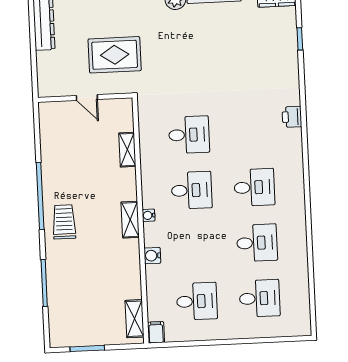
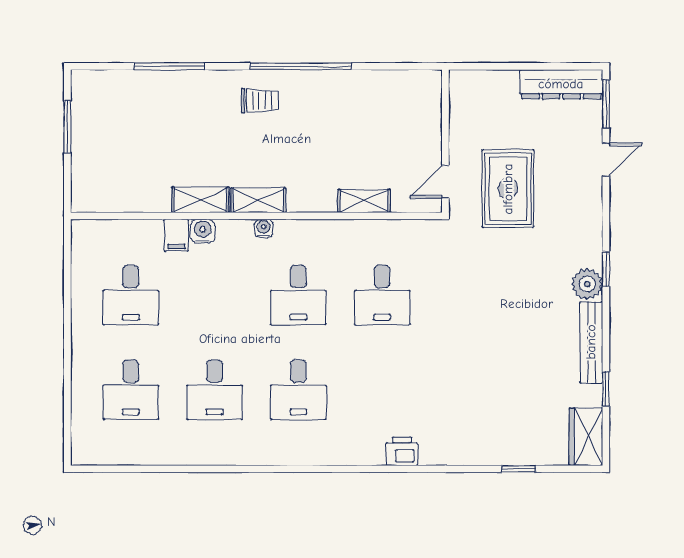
door: (87, 98) -> (445, 182), moved
trolley: (64, 222) -> (260, 101), width x0.73, depth x0.72
shelving: (135, 319) -> (200, 200), moved
filing cabinet: (156, 332) -> (176, 235), moved, turned 90

